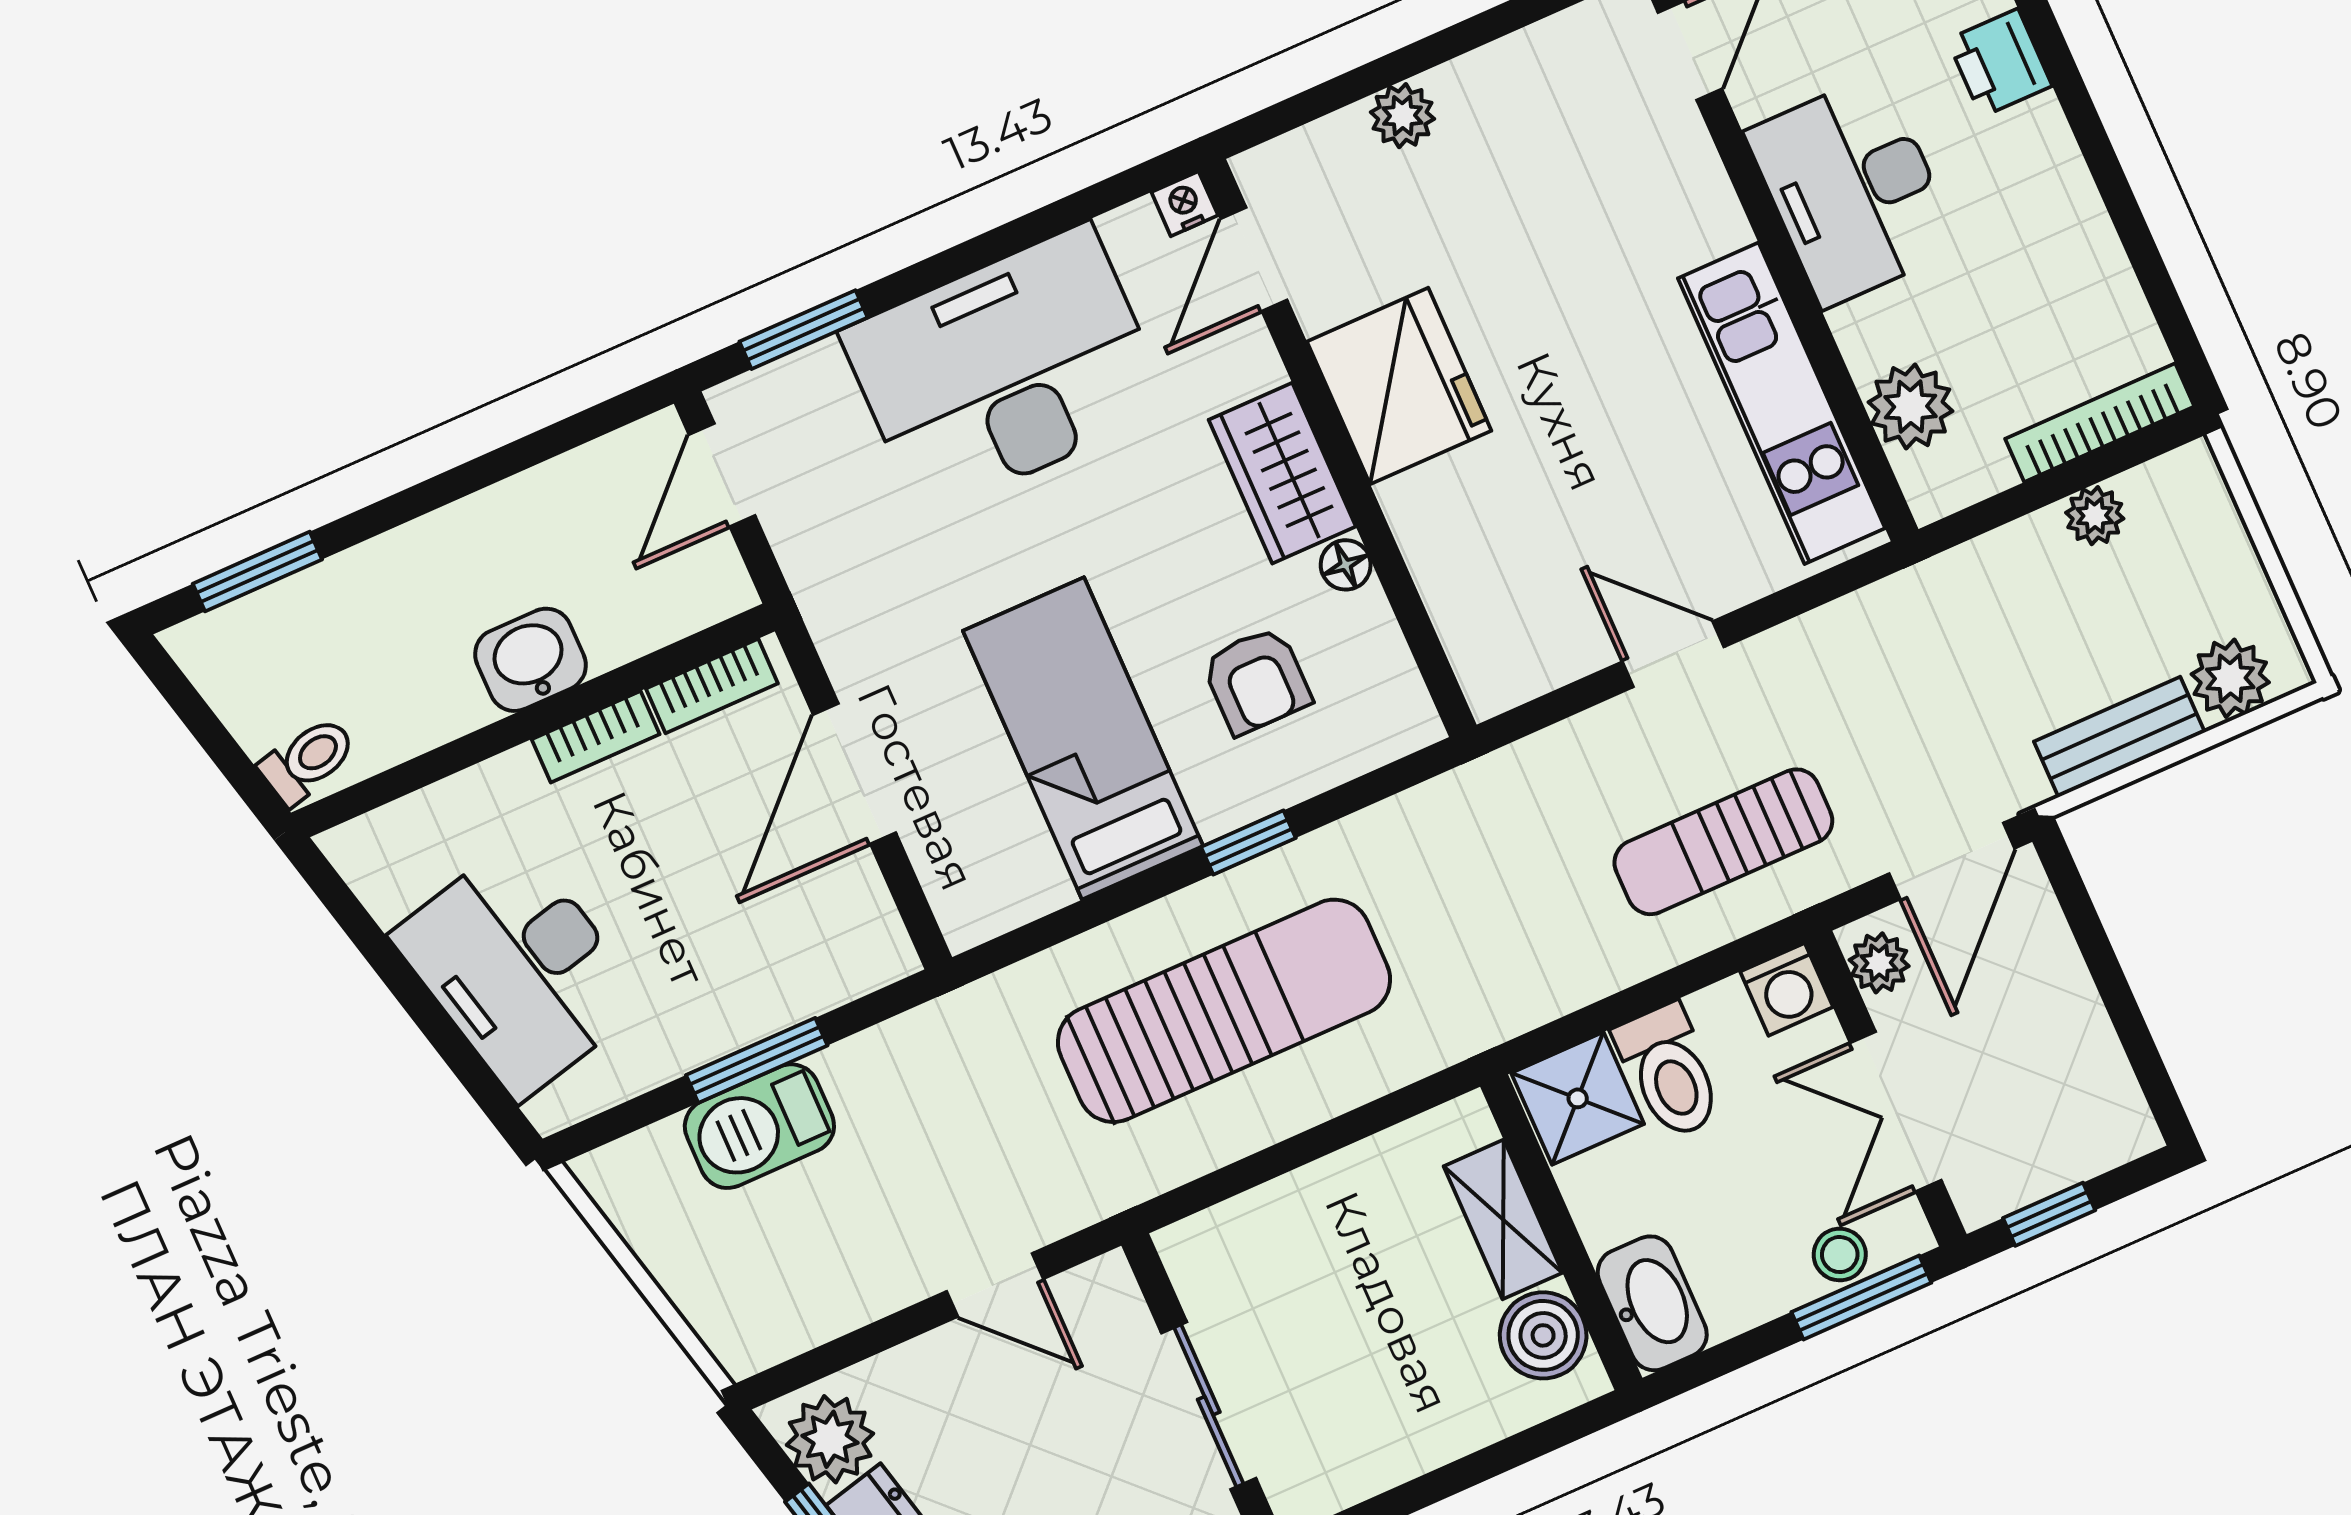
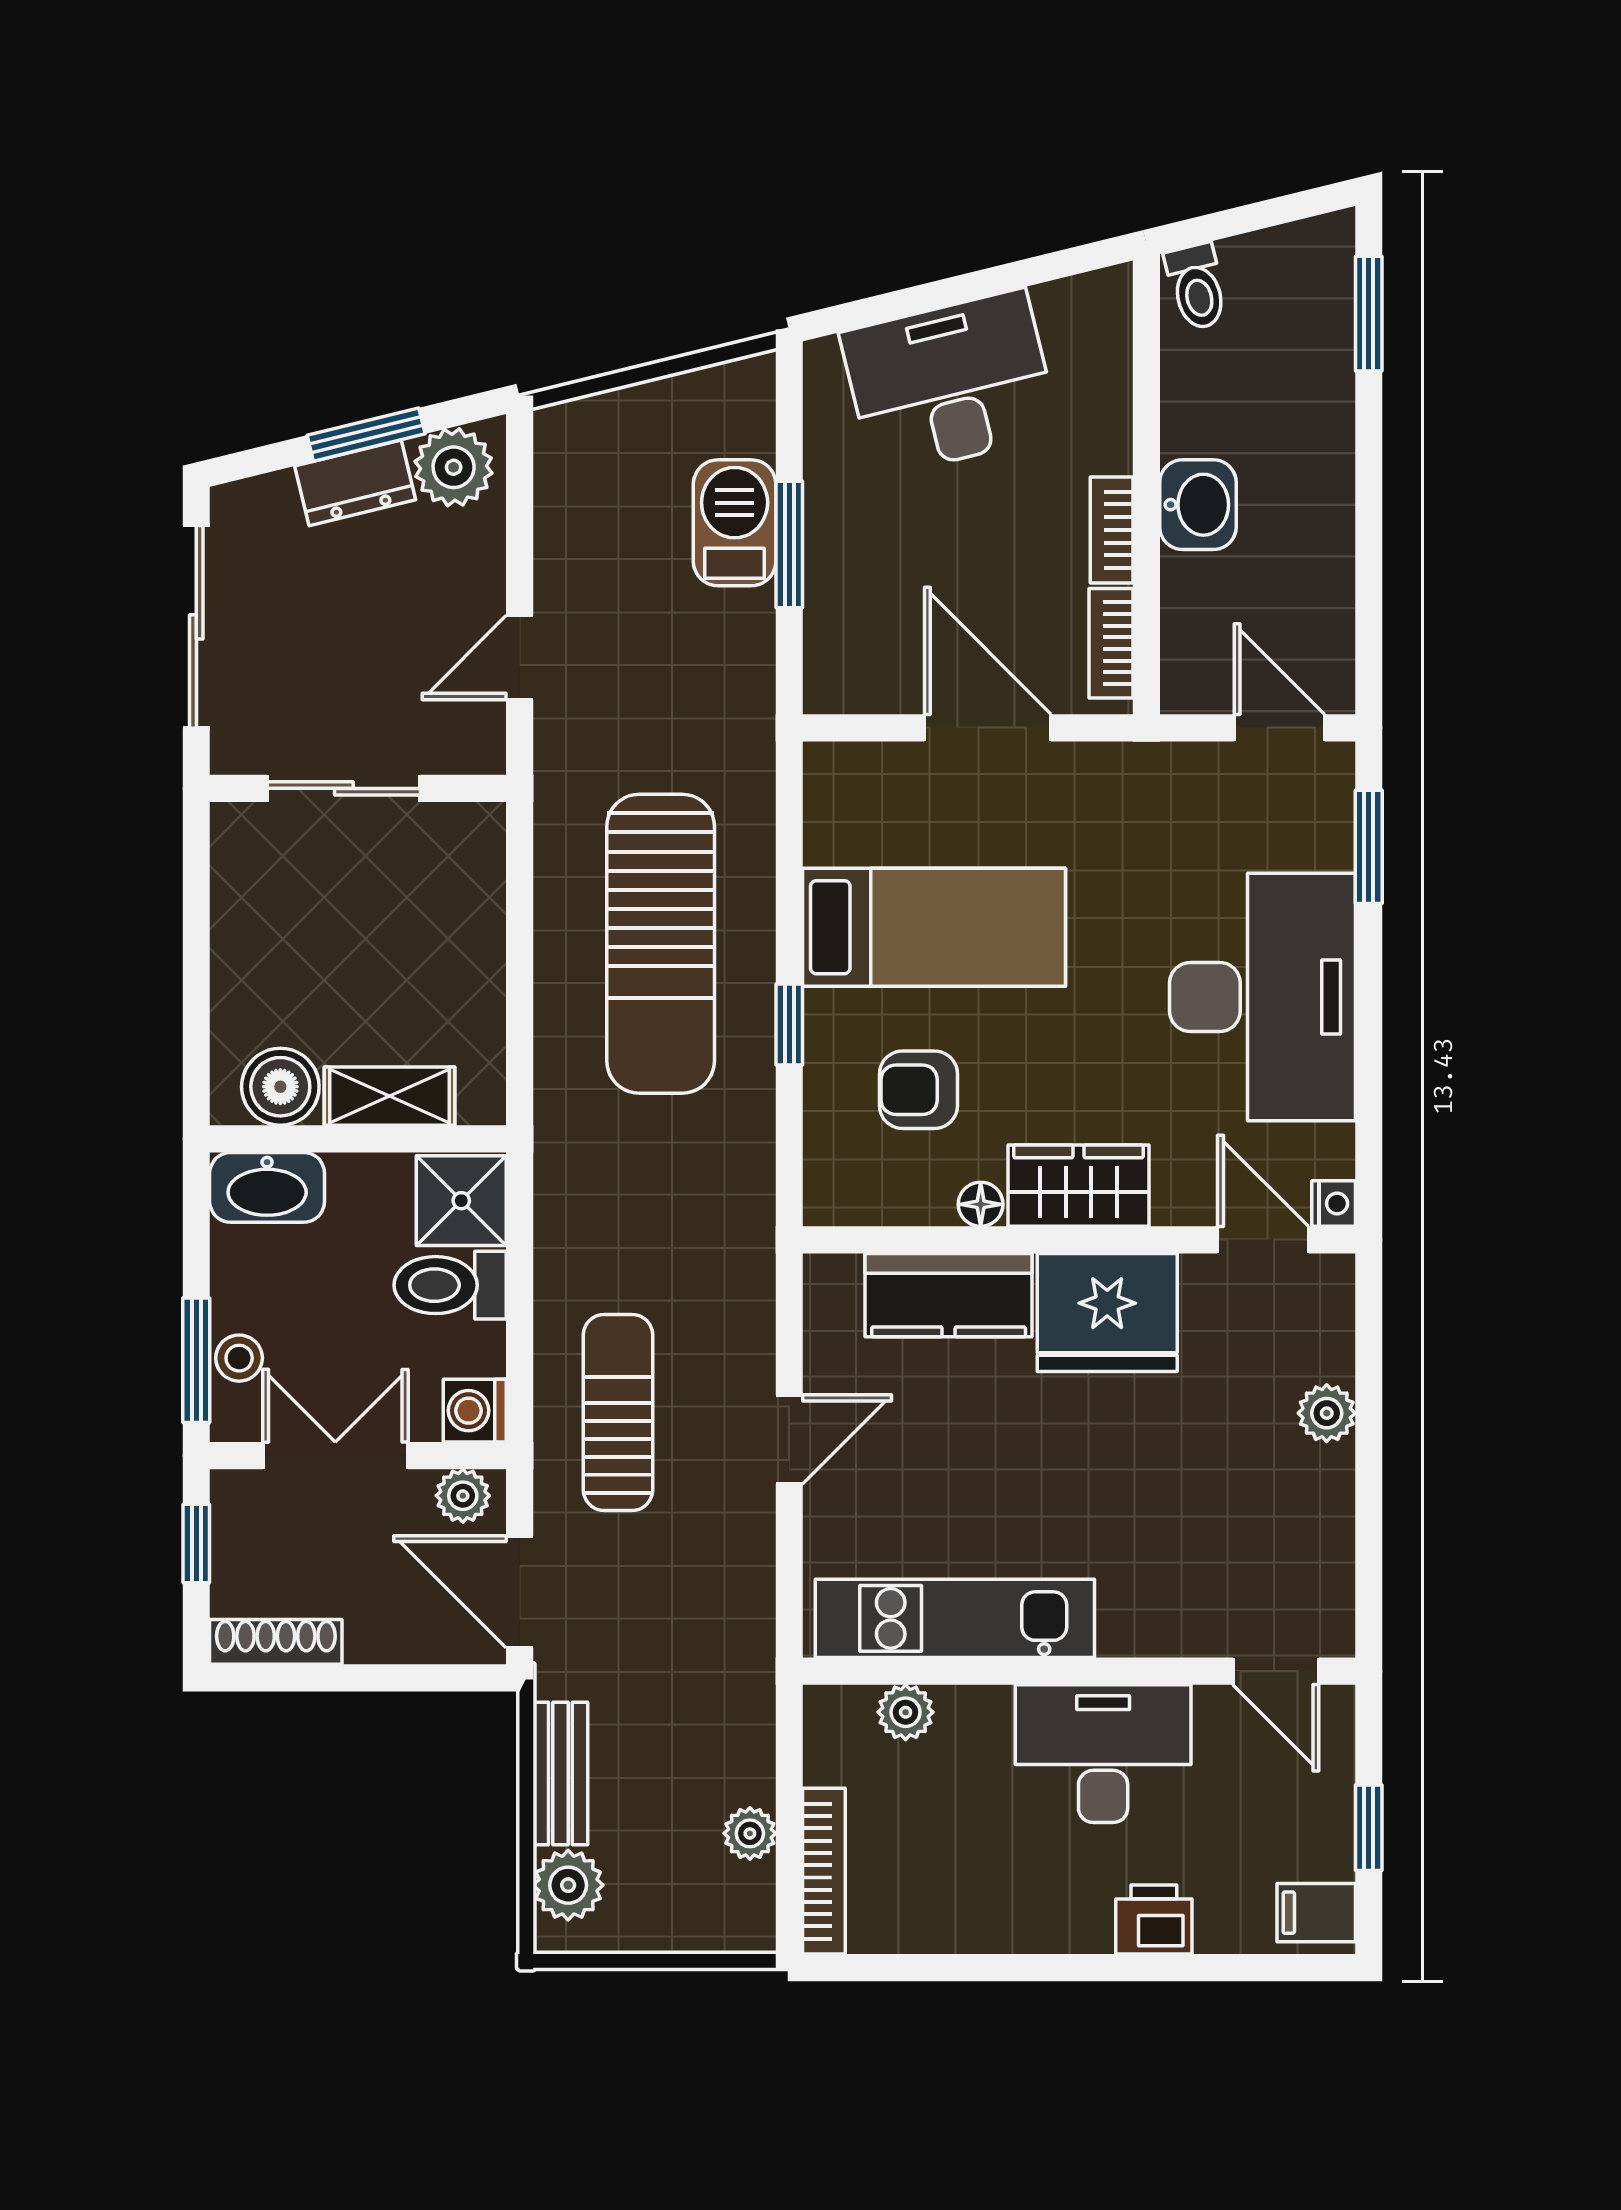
plant: (1911, 407) -> (906, 1712), width x0.73, depth x0.73
kitchen counter: (1453, 556) -> (949, 1295), added
shoe rack: (2114, 1088) -> (276, 1642), added

